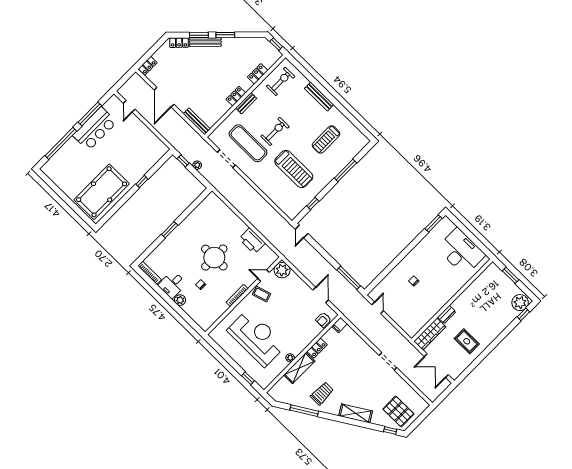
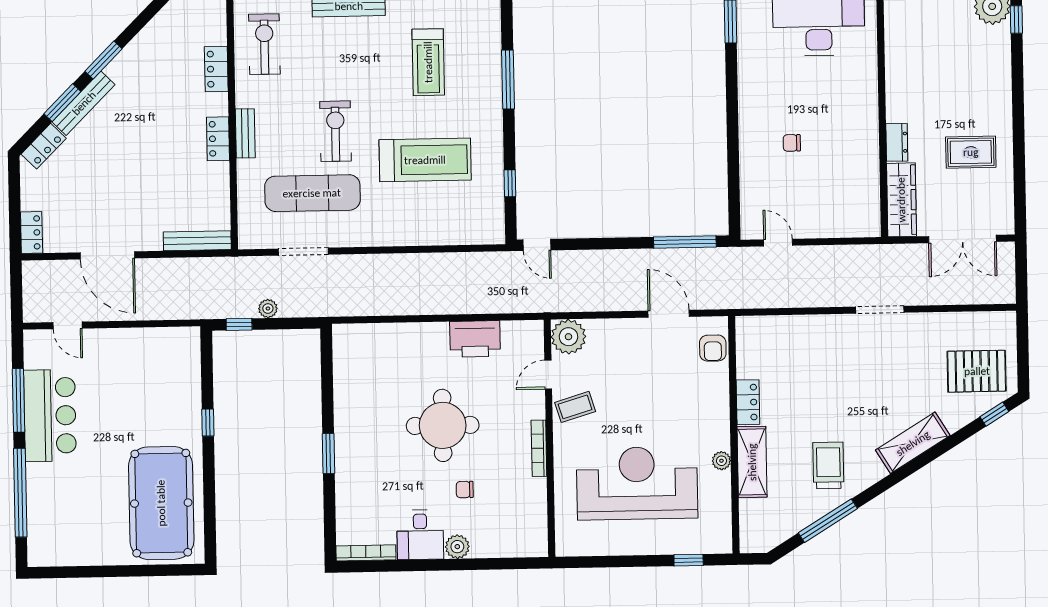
filing cabinet: (340, 325) -> (746, 330), removed

